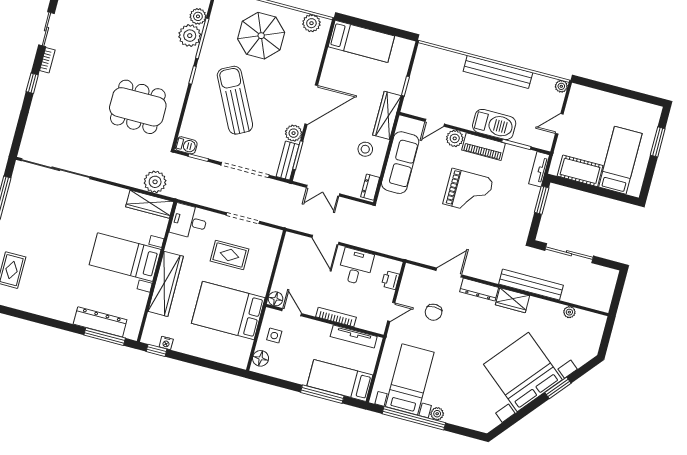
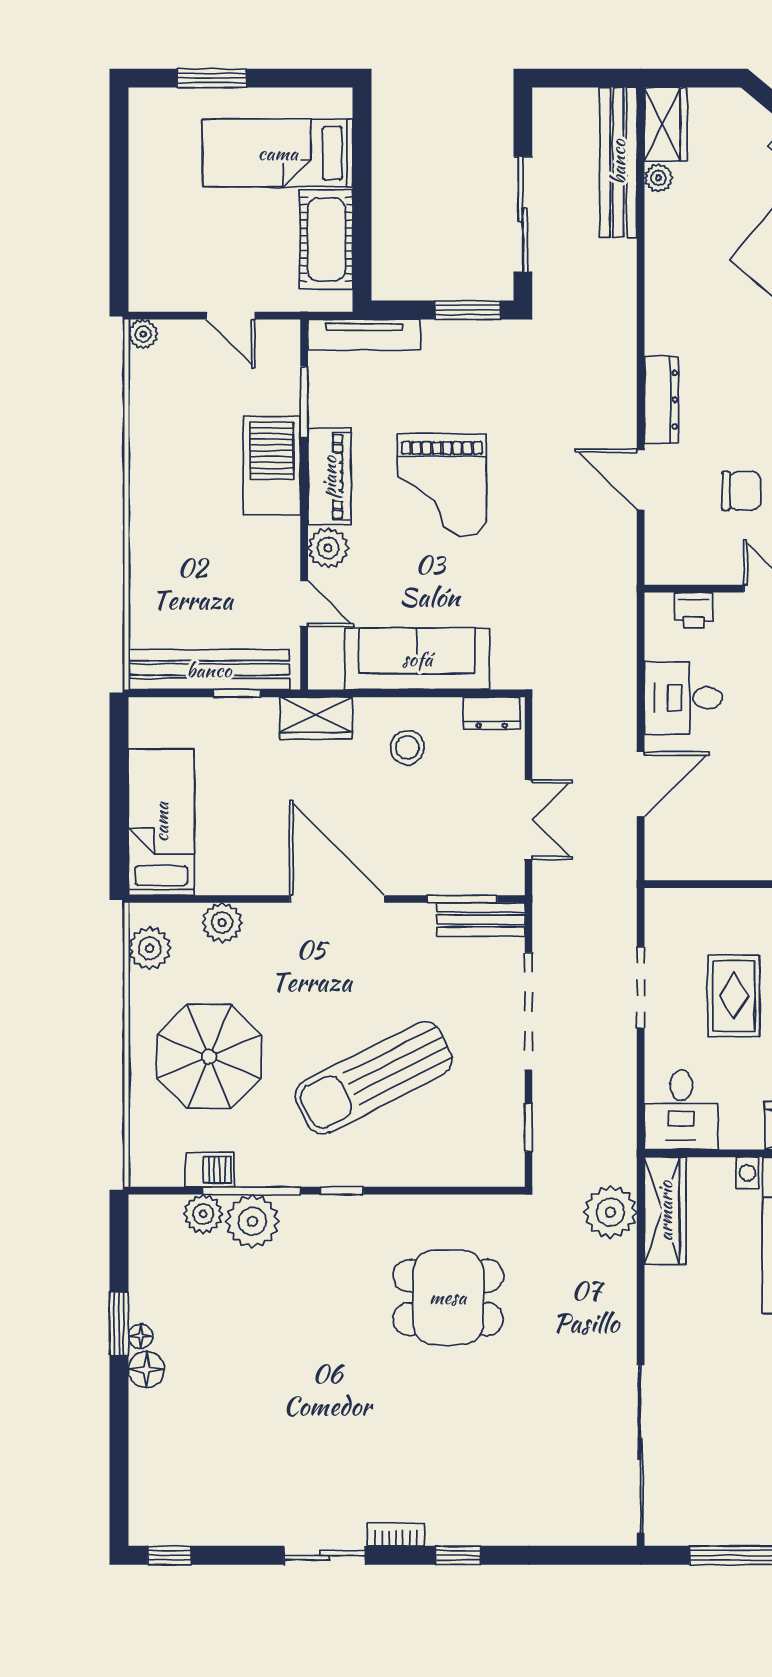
bench: (498, 72) -> (209, 670), moved, turned 90
dining table: (138, 107) -> (448, 1297), width x0.73
wardrobe: (387, 115) -> (316, 718), width x0.67
plant: (294, 133) -> (222, 923), moved
barbecue: (186, 145) -> (210, 1170), moved, turned 90
tv unit: (539, 169) -> (364, 335), width x1.41
grand piano: (468, 191) -> (442, 485), turned 180
window: (542, 200) -> (468, 310), moved
bench: (531, 285) -> (618, 162), moved
wardrobe: (512, 300) -> (666, 124), moved

